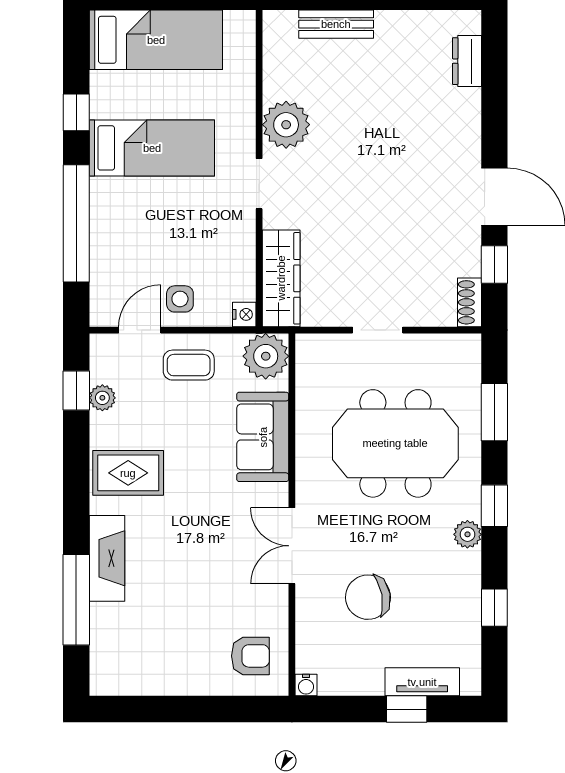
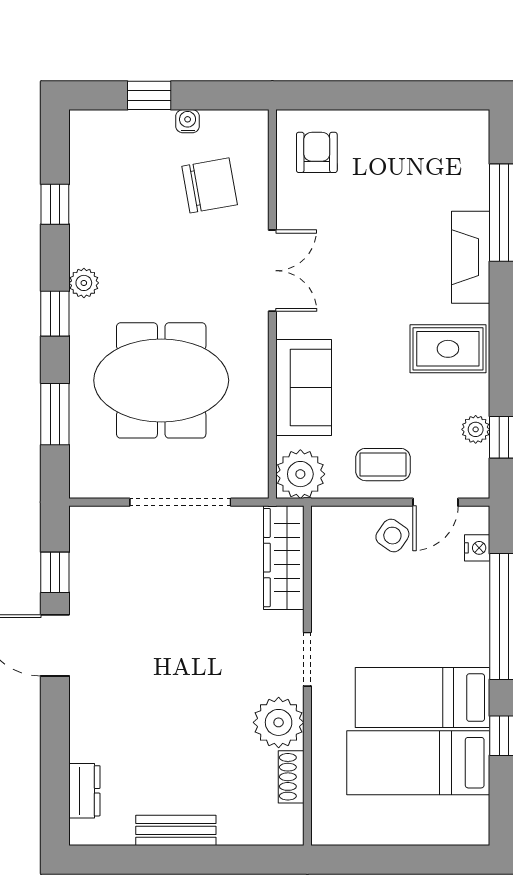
bench: (336, 24) -> (176, 830), moved
bed: (156, 40) -> (418, 763), moved
side table: (180, 299) -> (392, 536), turned 35
shoe rack: (469, 302) -> (291, 777), moved, turned 180
nightstand: (244, 314) -> (477, 548), moved, turned 180
doorway: (378, 330) -> (180, 502), width x1.87
chair: (368, 597) -> (210, 185), moved
armchair: (250, 656) -> (317, 152), turned 90
tv unit: (422, 682) -> (132, 125), removed
water cooler: (306, 685) -> (188, 121), moved

